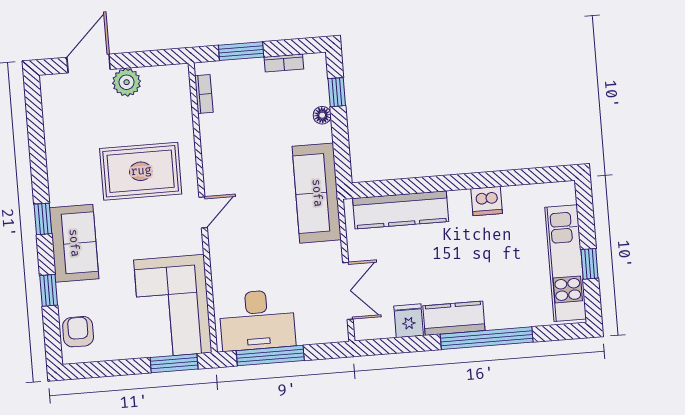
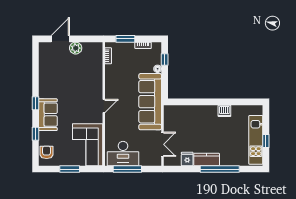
rug: (141, 171) -> (79, 86), removed
sofa: (317, 193) -> (150, 102), width x1.36, depth x1.27
kitchen counter: (401, 210) -> (188, 112), removed
window: (174, 363) -> (70, 169), moved

